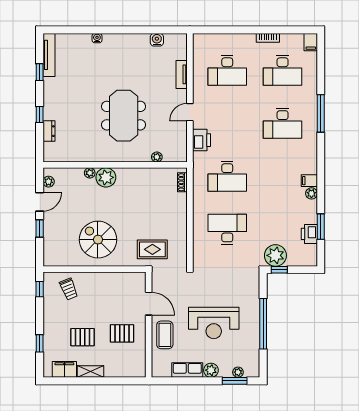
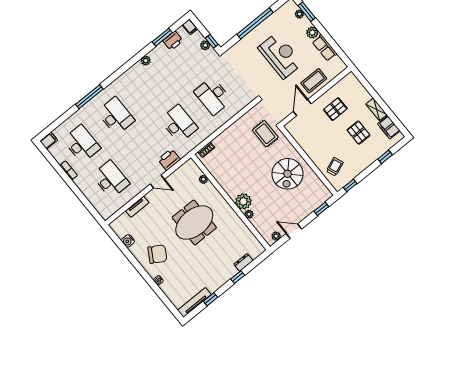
chair: (122, 57) -> (157, 254), added
filing cabinet: (309, 181) -> (190, 27), moved
window: (40, 228) -> (321, 209), moved
plant: (275, 255) -> (205, 45), width x0.53, depth x0.53
pallet: (122, 333) -> (335, 109), turned 90

